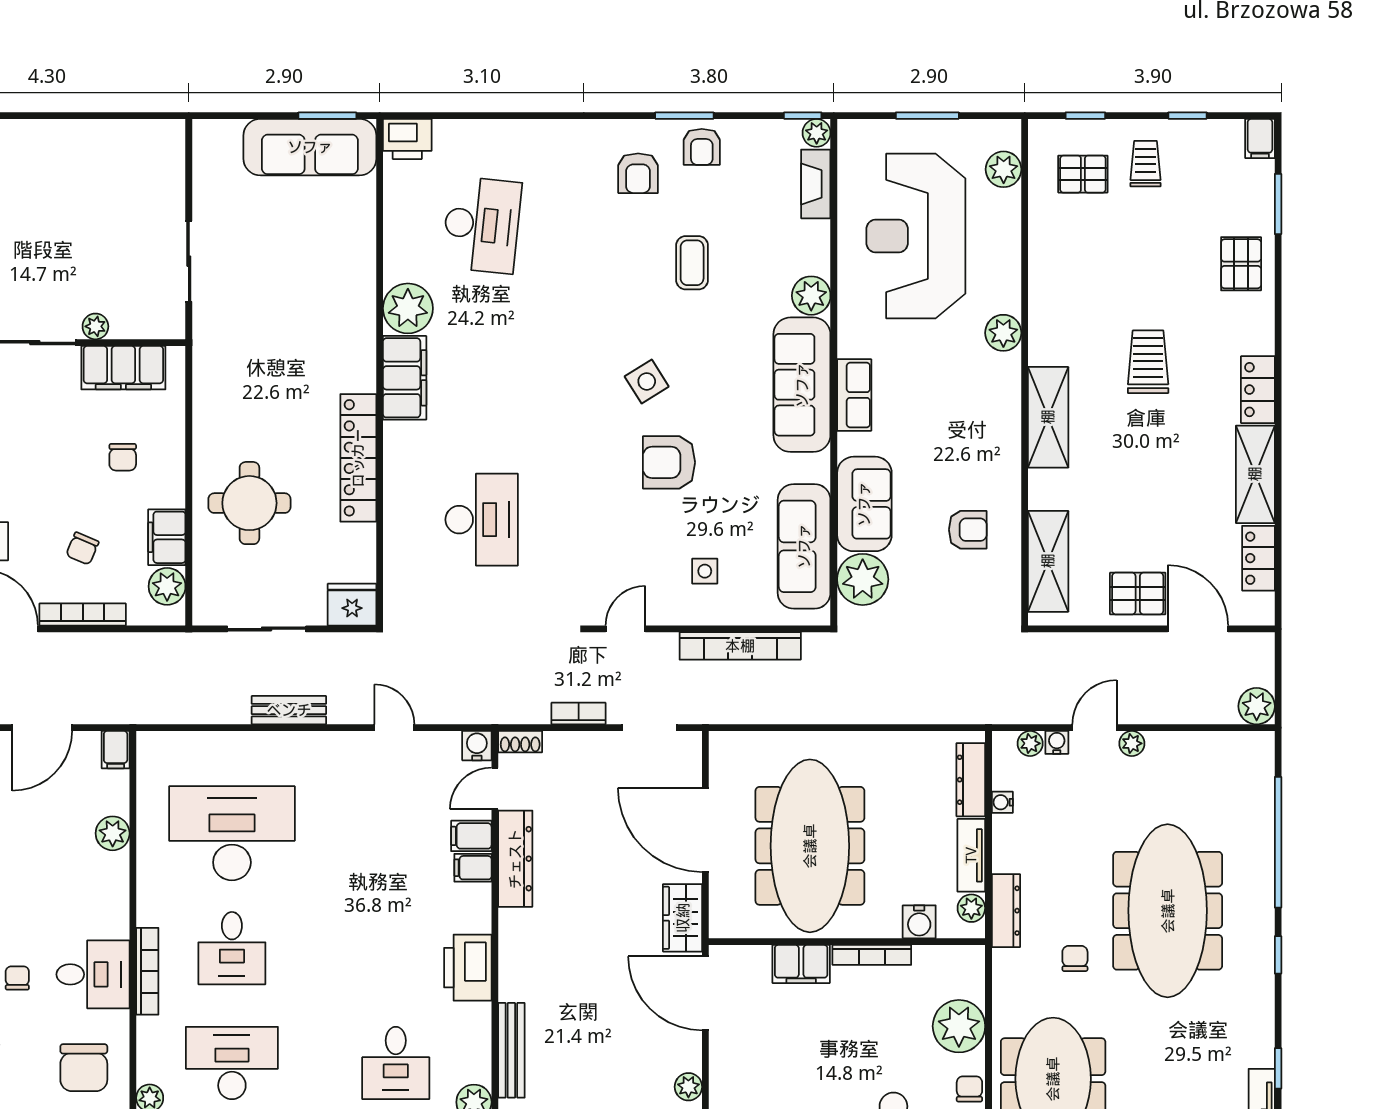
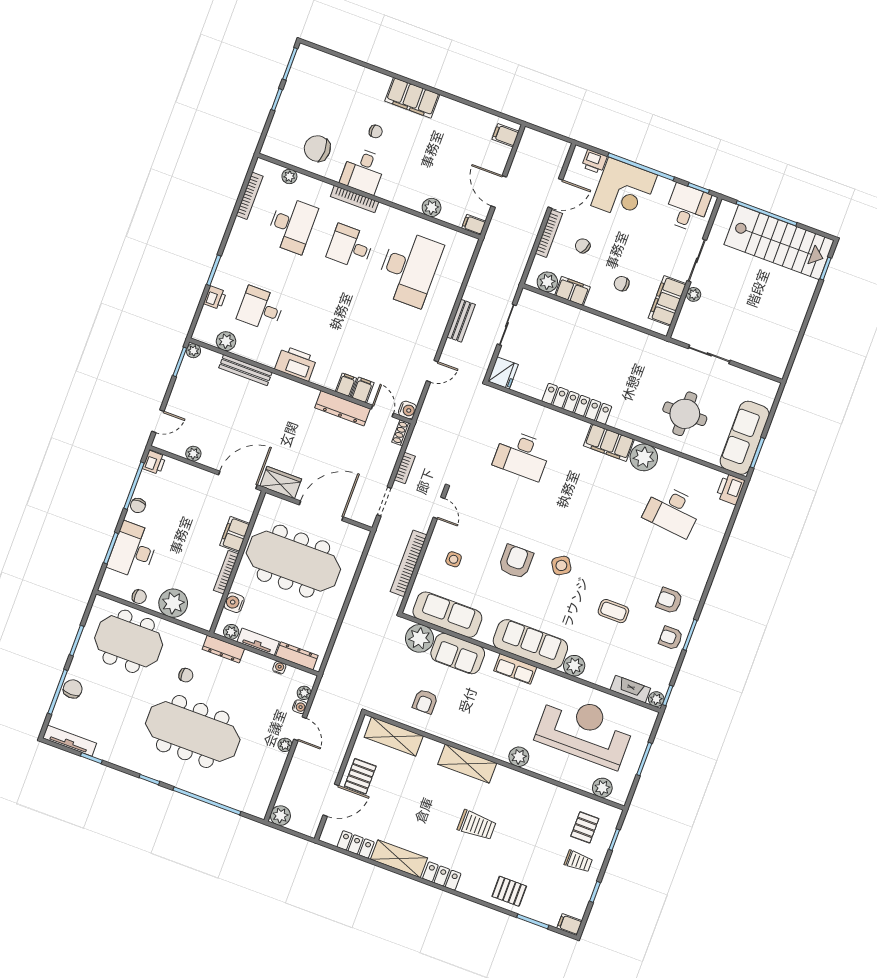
round table: (249, 503) -> (685, 414), moved

